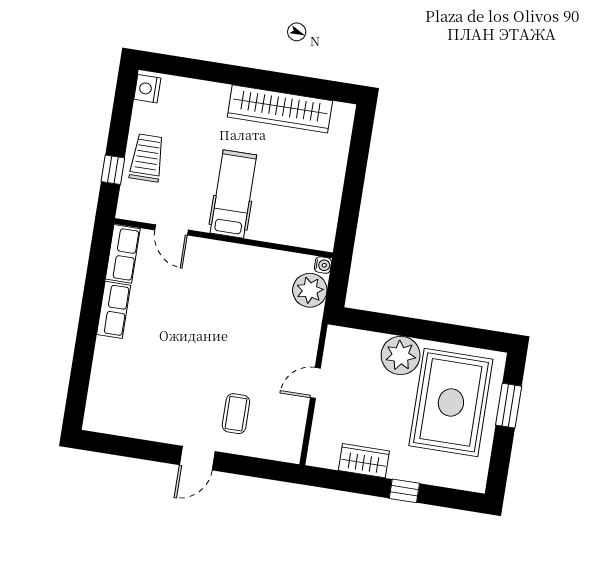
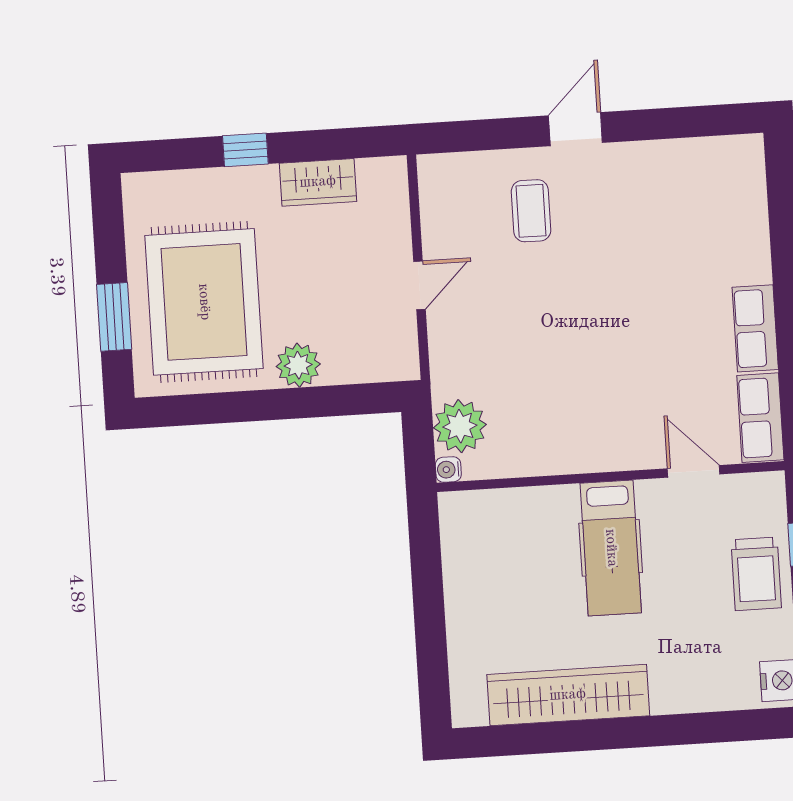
plant: (401, 355) -> (298, 365), width x0.73, depth x0.73

